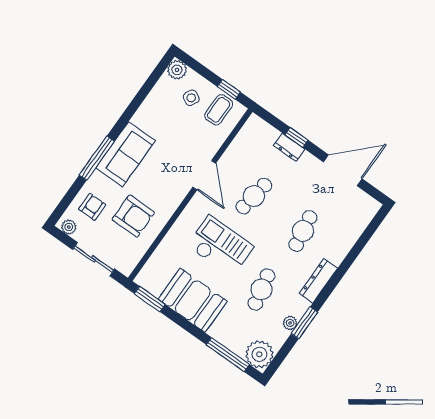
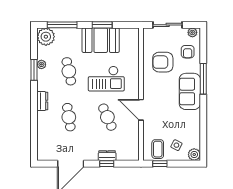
cafe table: (254, 196) -> (107, 117), turned -33
dresser: (318, 281) -> (42, 101), width x0.70
window: (150, 299) -> (102, 25), moved

